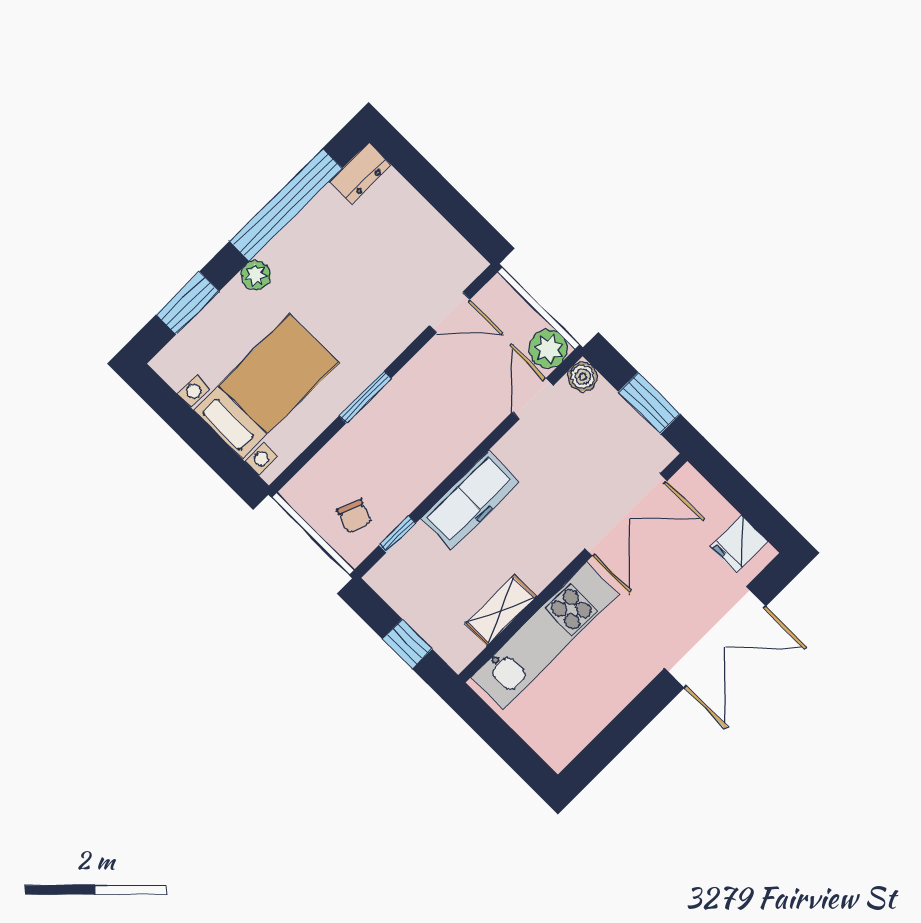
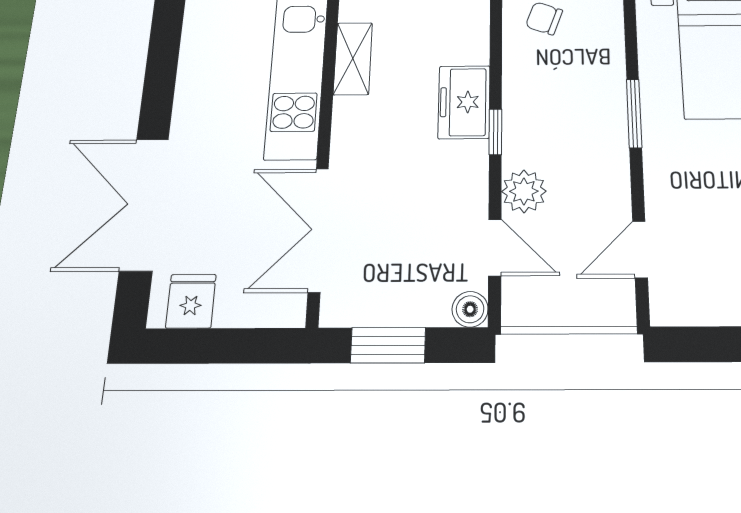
plant: (548, 349) -> (524, 191), moved
freezer: (470, 500) -> (464, 102), width x0.71
window: (397, 534) -> (495, 132), moved

